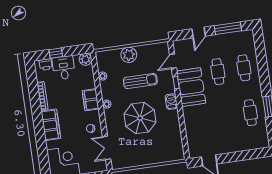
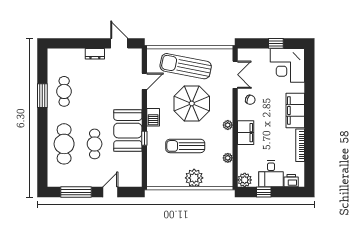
window: (56, 53) -> (264, 192), moved
door: (173, 61) -> (144, 81), moved
cafe table: (244, 68) -> (64, 144), width x1.37, depth x1.35
sun lounger: (150, 149) -> (186, 66), added
dresser: (229, 149) -> (95, 54), added

